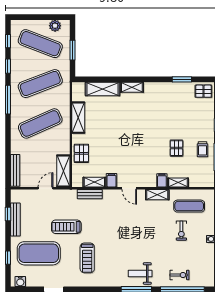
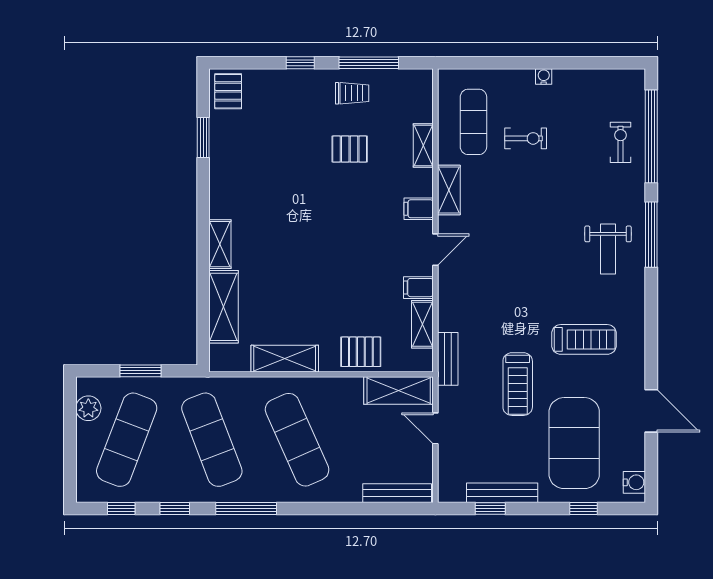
filing cabinet: (162, 180) -> (419, 209), moved
bench: (90, 194) -> (448, 359), moved
weight bench: (140, 273) -> (608, 249), moved

